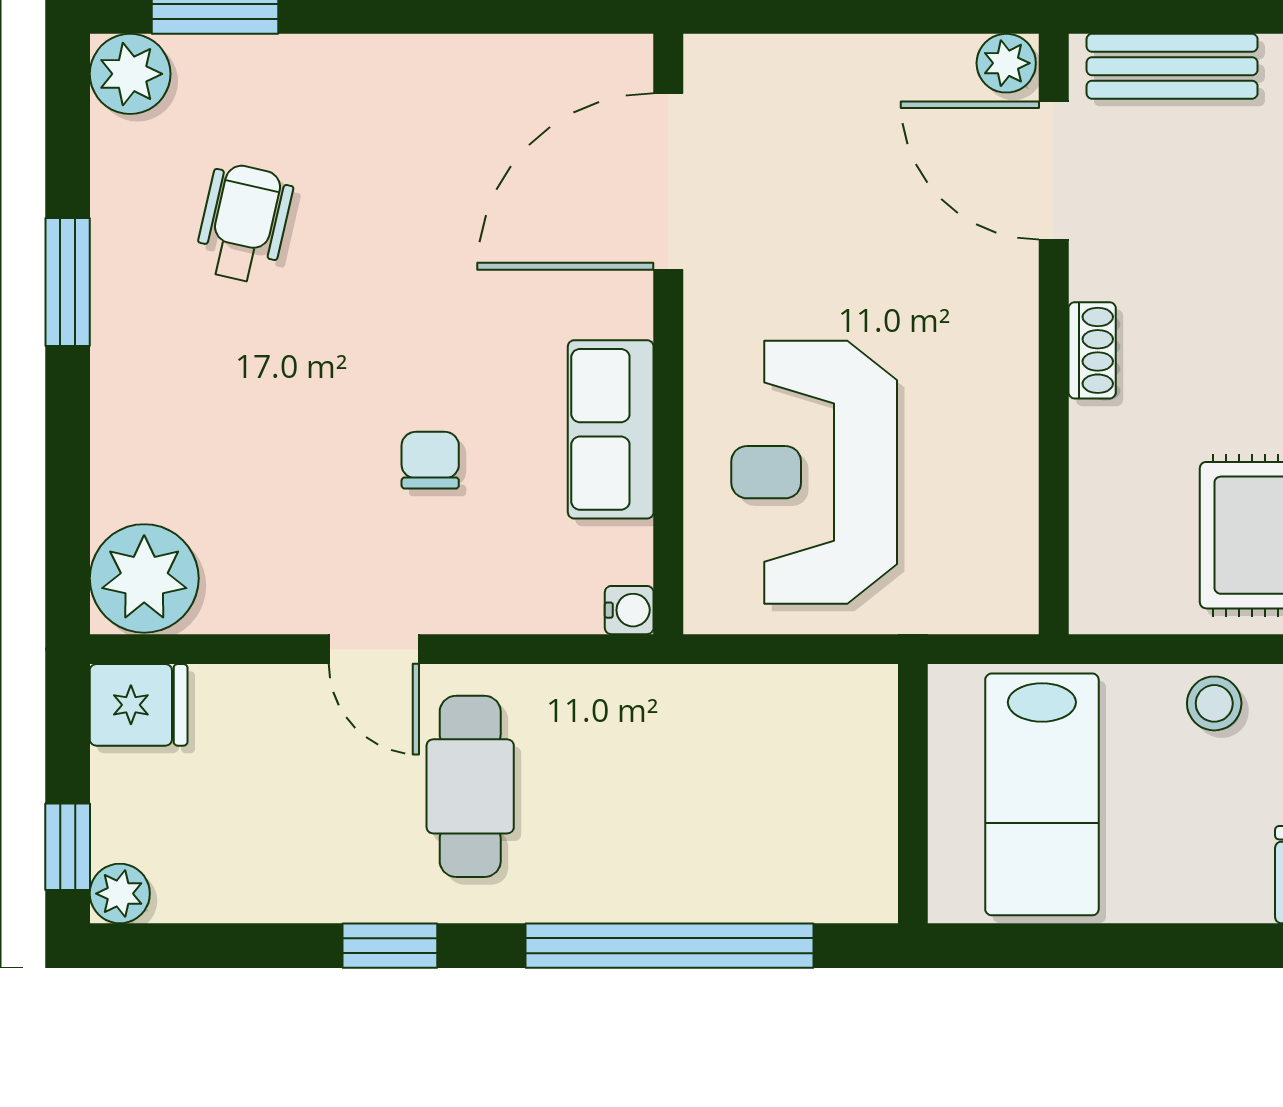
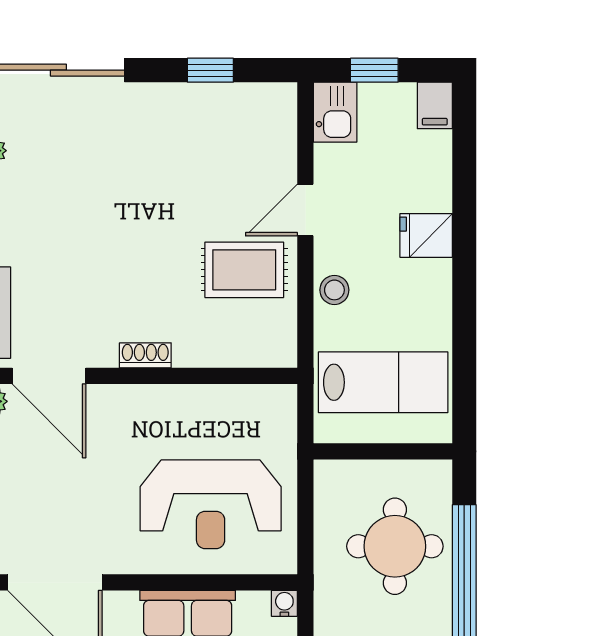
door: (1054, 171) -> (49, 376), hinge flipped
round table: (736, 816) -> (395, 546), added

